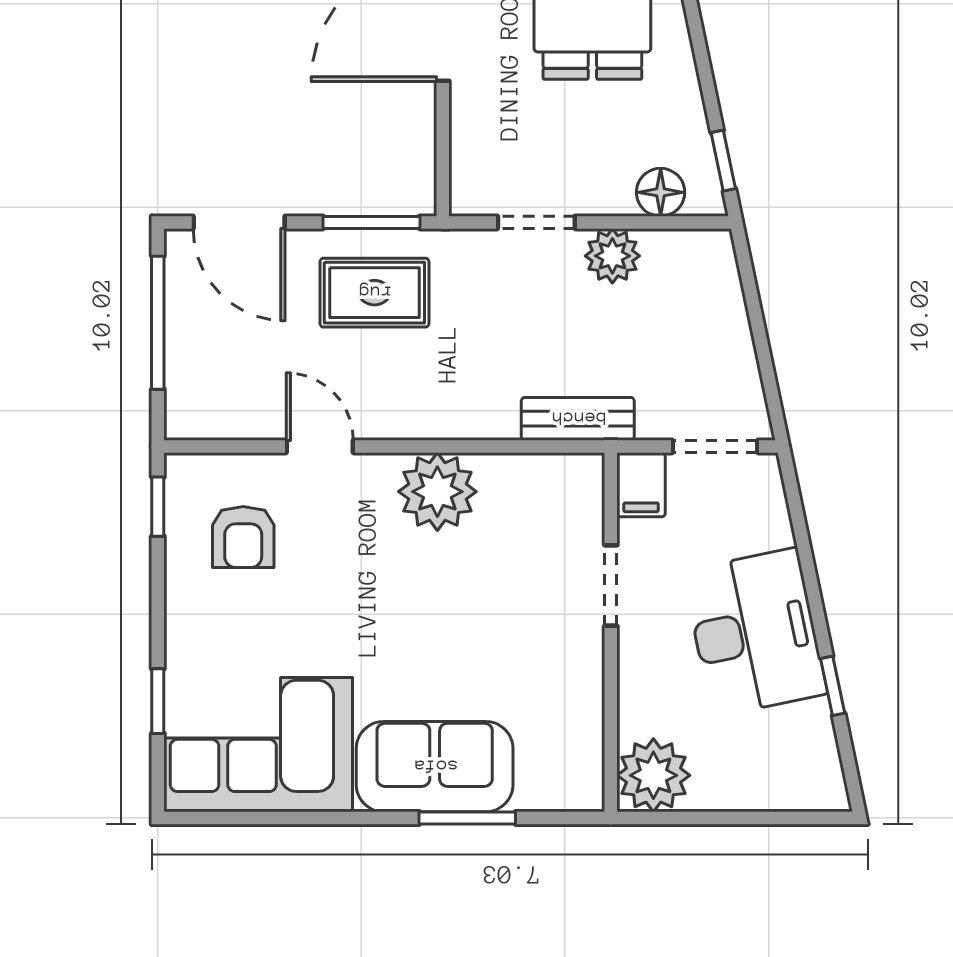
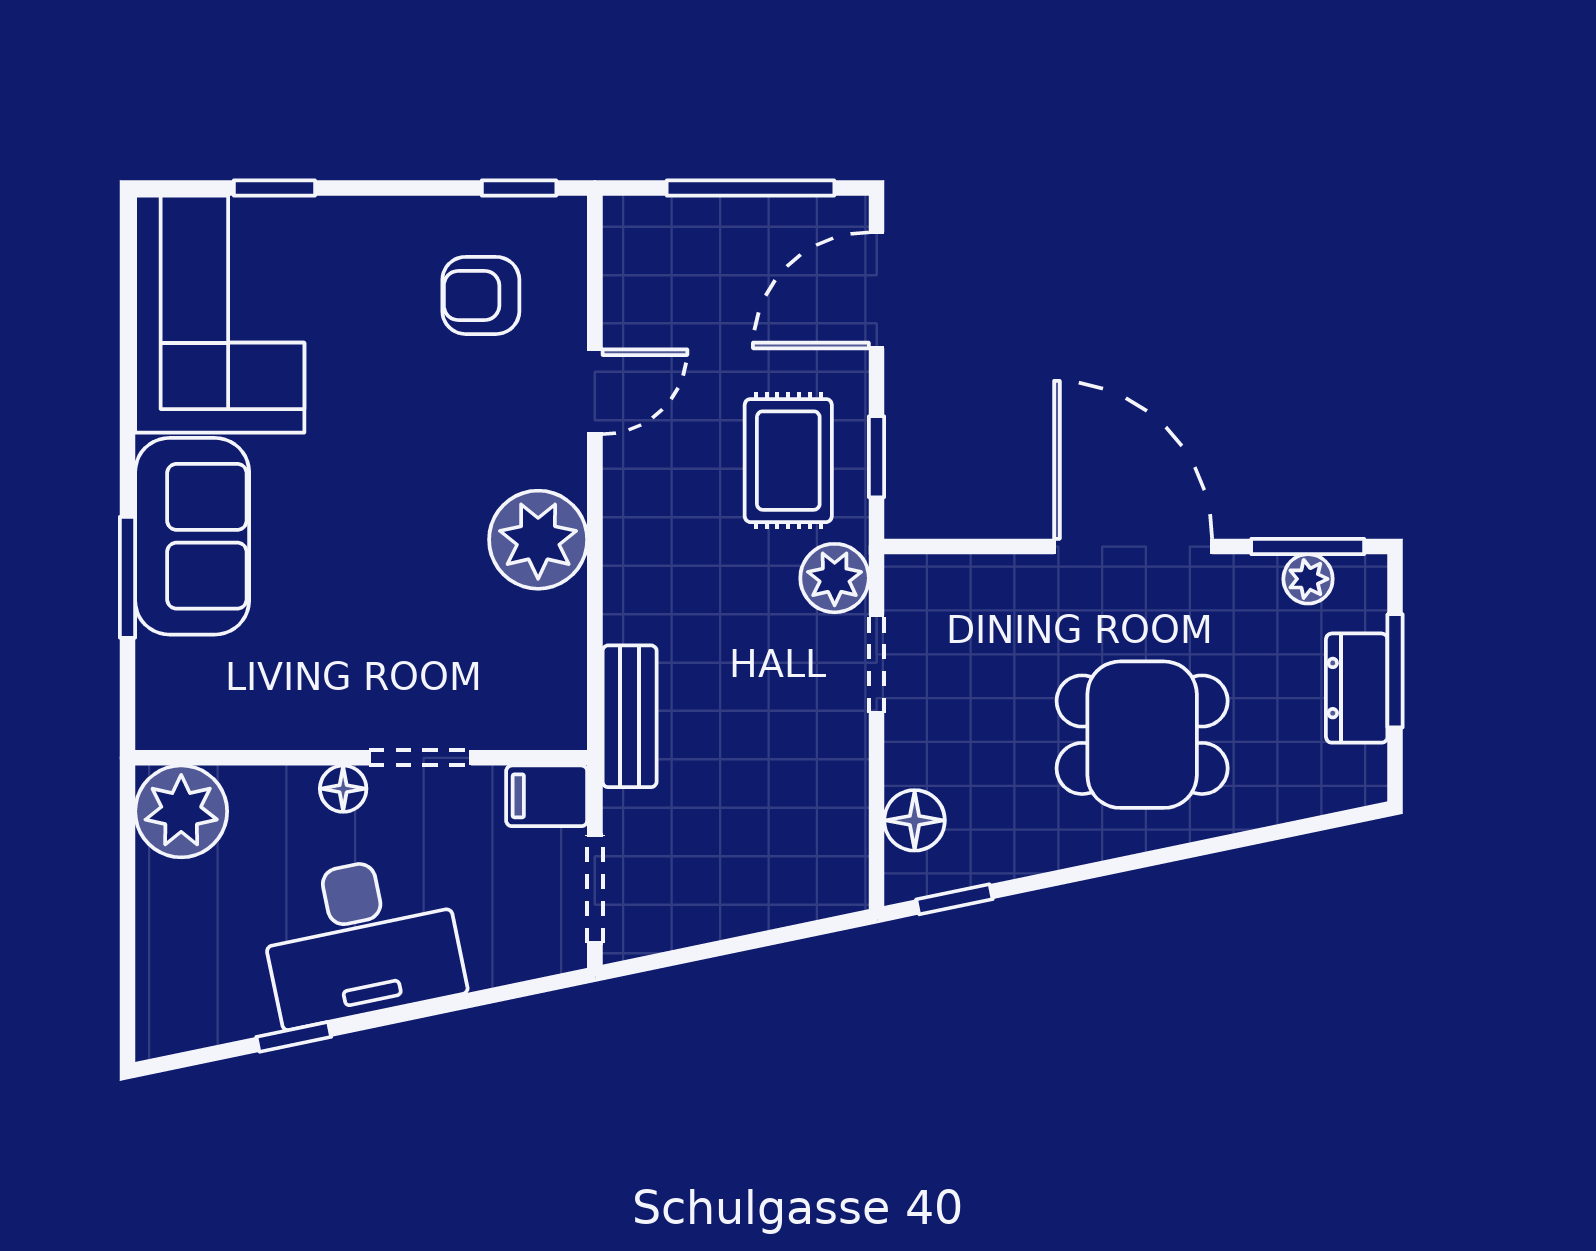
window: (371, 222) -> (877, 457), width x0.67
plant: (612, 256) -> (835, 578), moved
floor lamp: (635, 646) -> (343, 789), added

